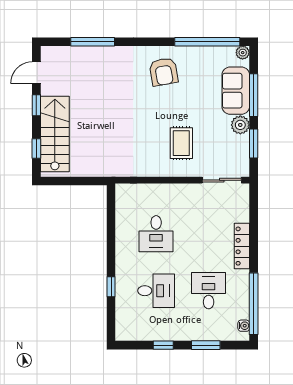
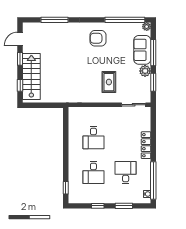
armchair: (164, 72) -> (98, 38), turned 100
window: (111, 287) -> (66, 188), moved
desk: (156, 291) -> (93, 173), turned 90

